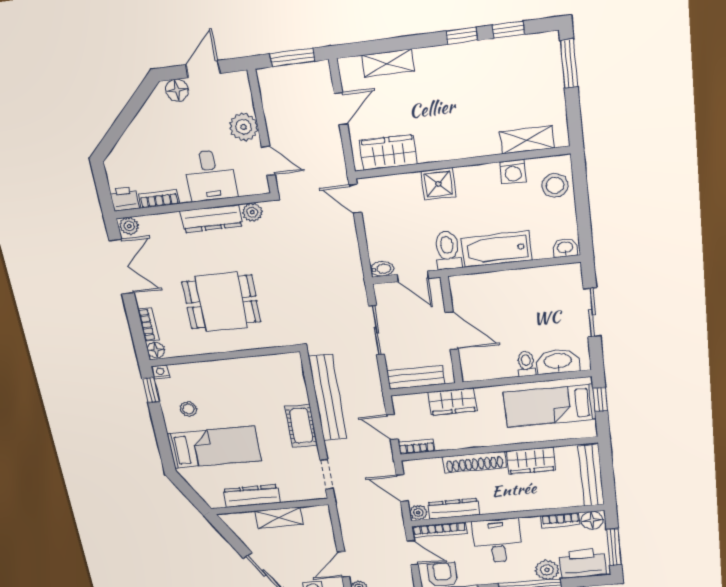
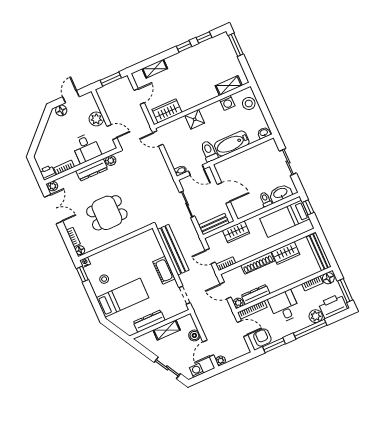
boiler: (325, 539) -> (194, 335), added

